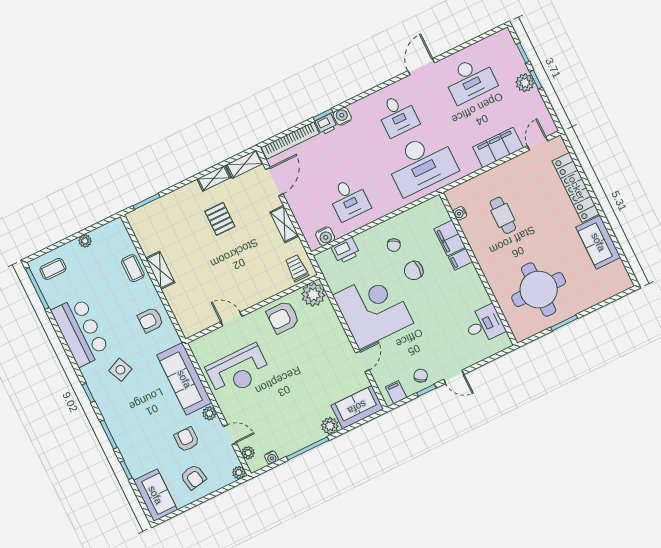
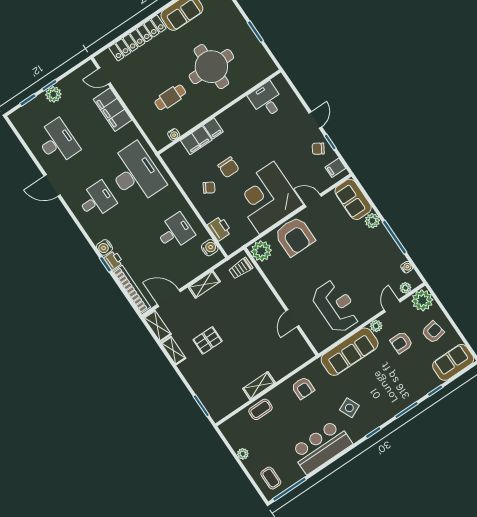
round table: (539, 290) -> (211, 67), moved
armchair: (283, 317) -> (295, 236), moved, width x1.36, depth x1.36
plant: (239, 473) -> (422, 300), width x1.87, depth x1.87

